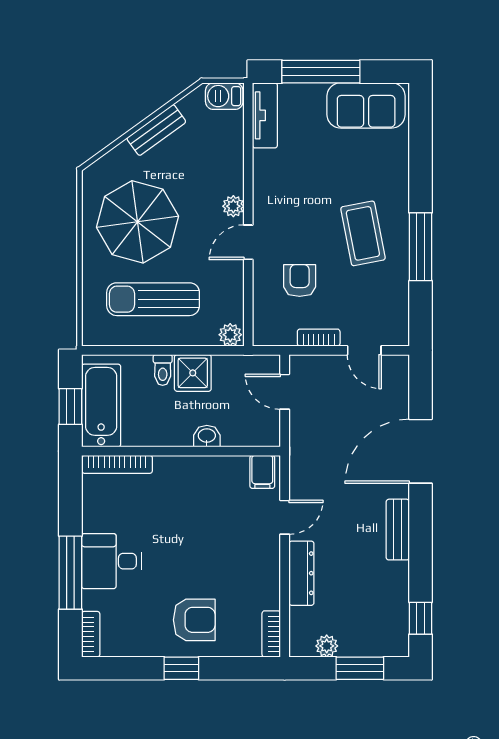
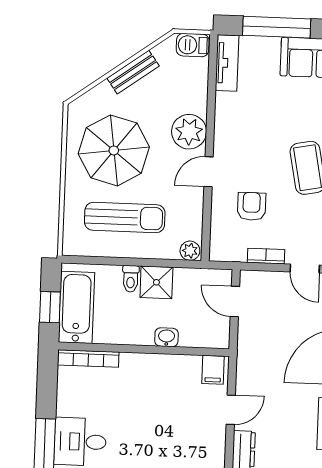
plant: (233, 206) -> (189, 132), width x1.88, depth x1.88
sun lounger: (153, 299) -> (125, 218), turned 180

